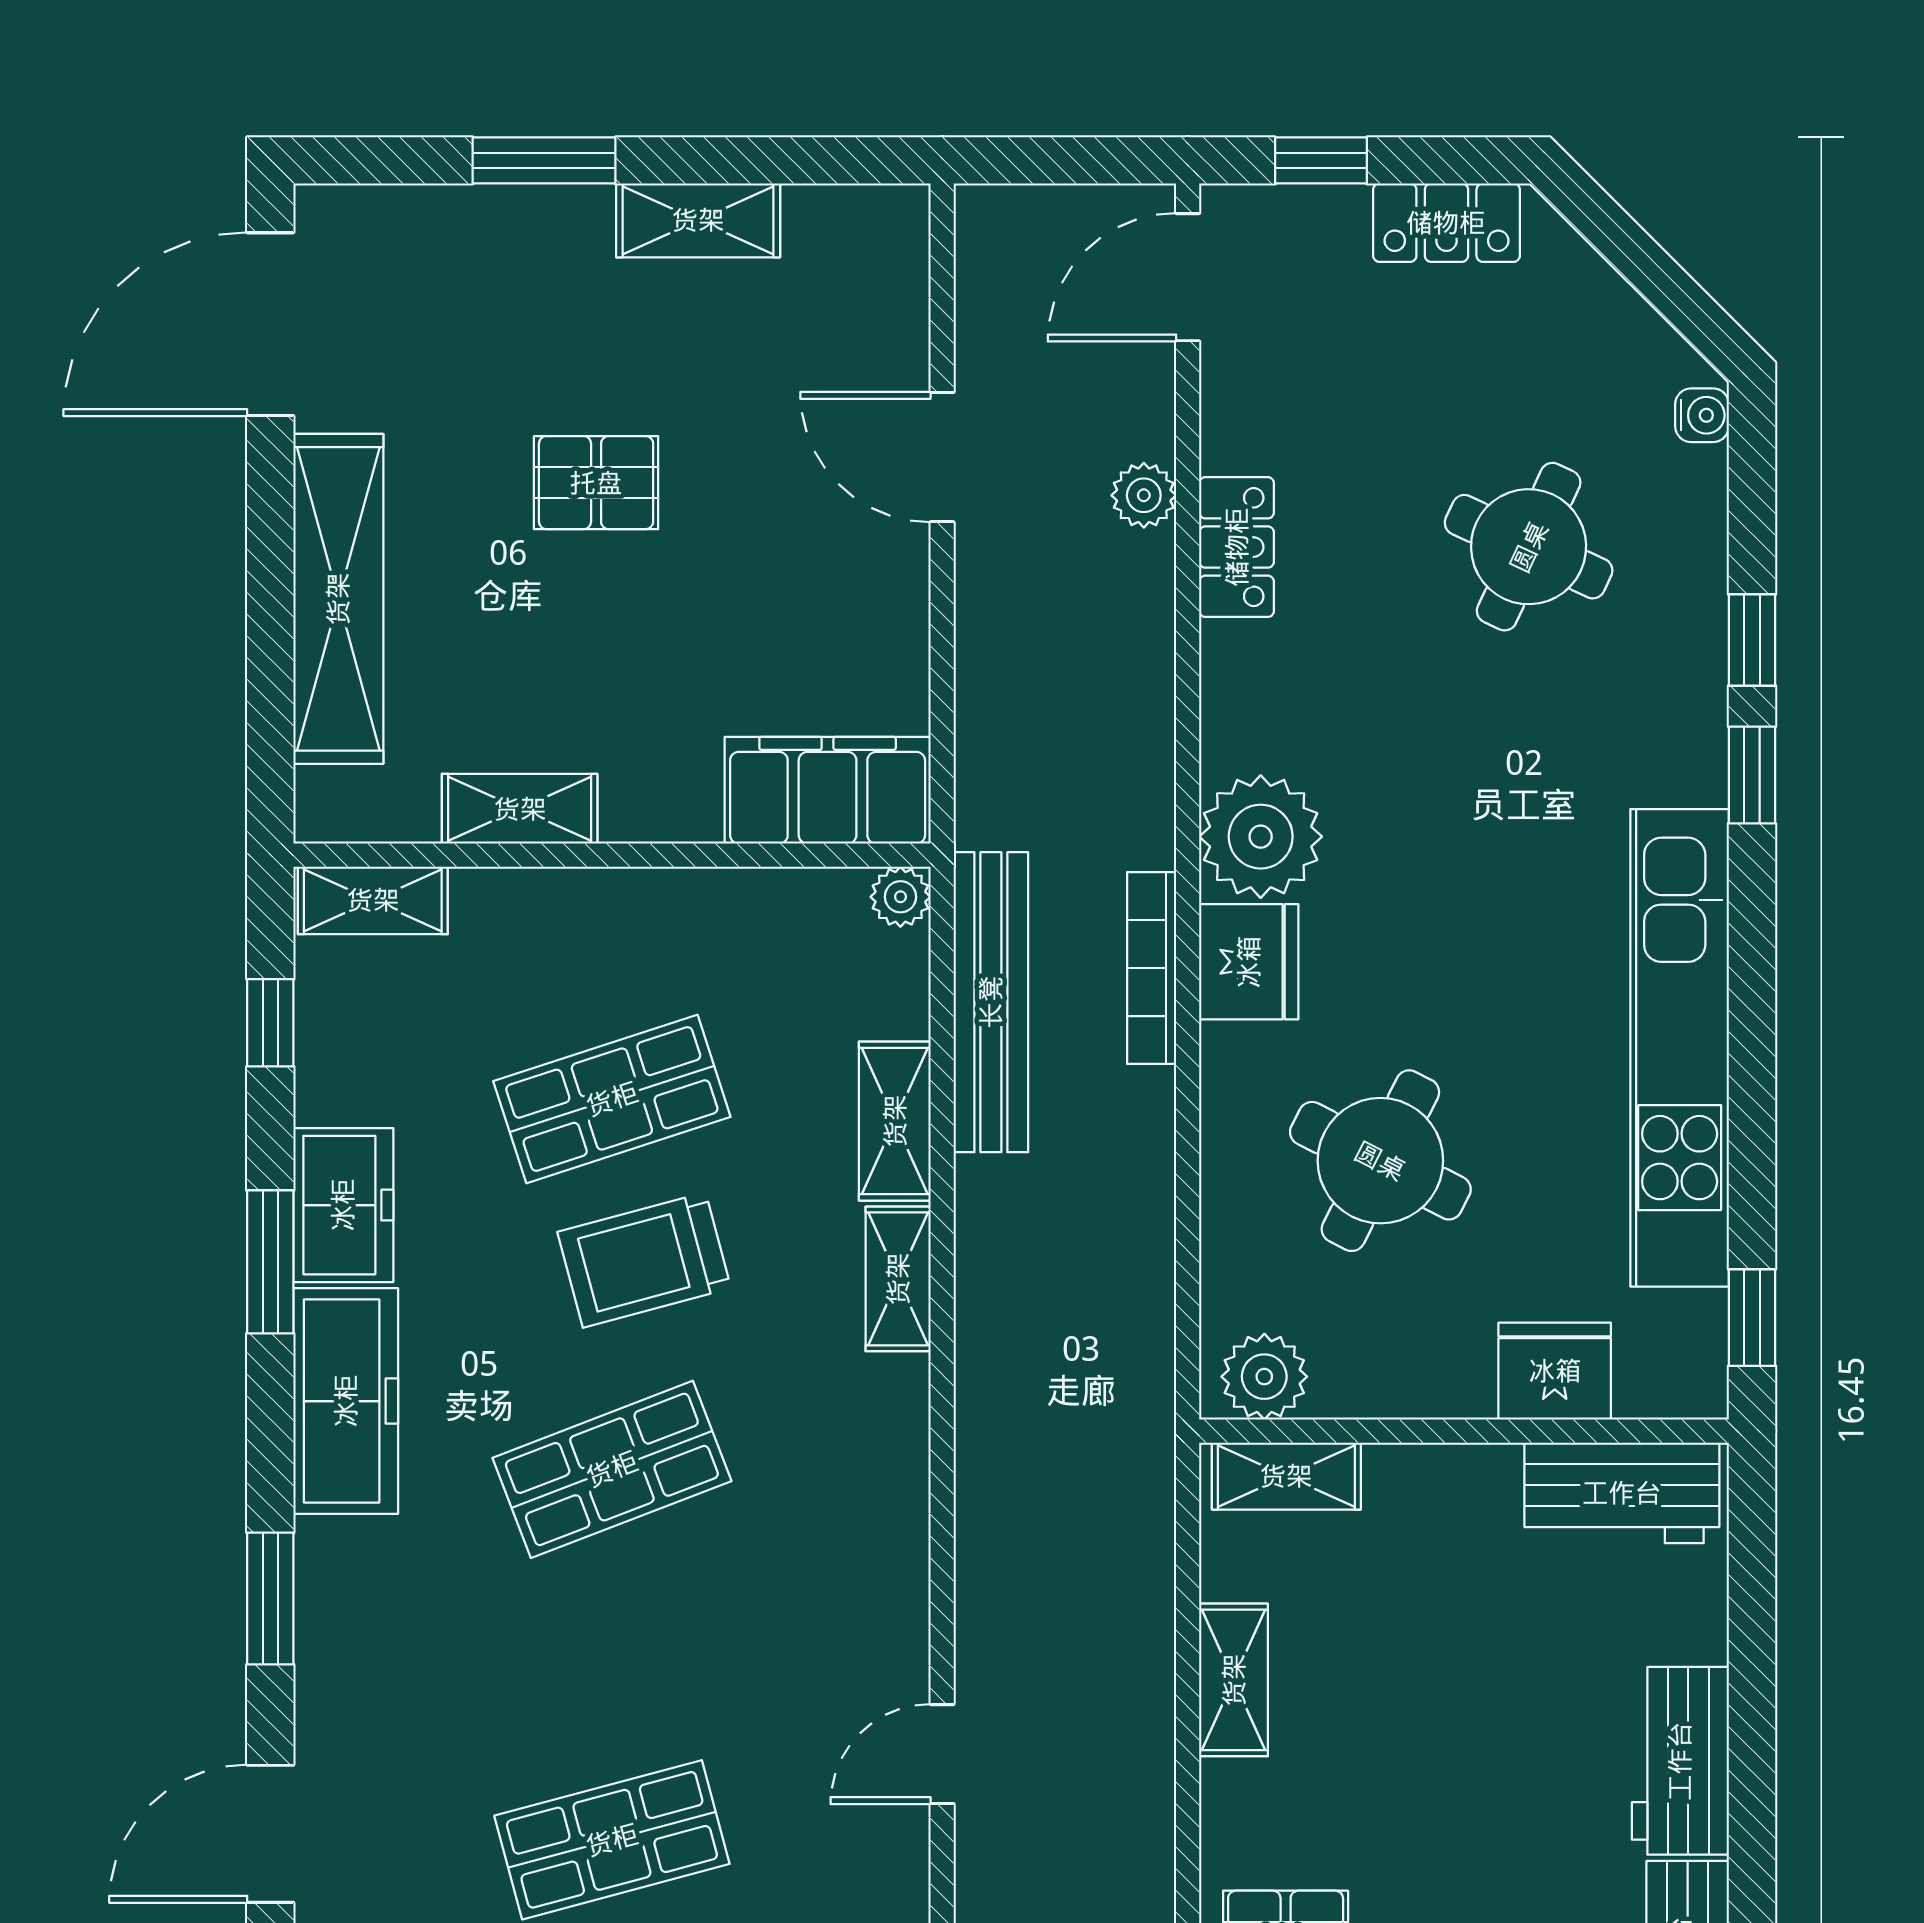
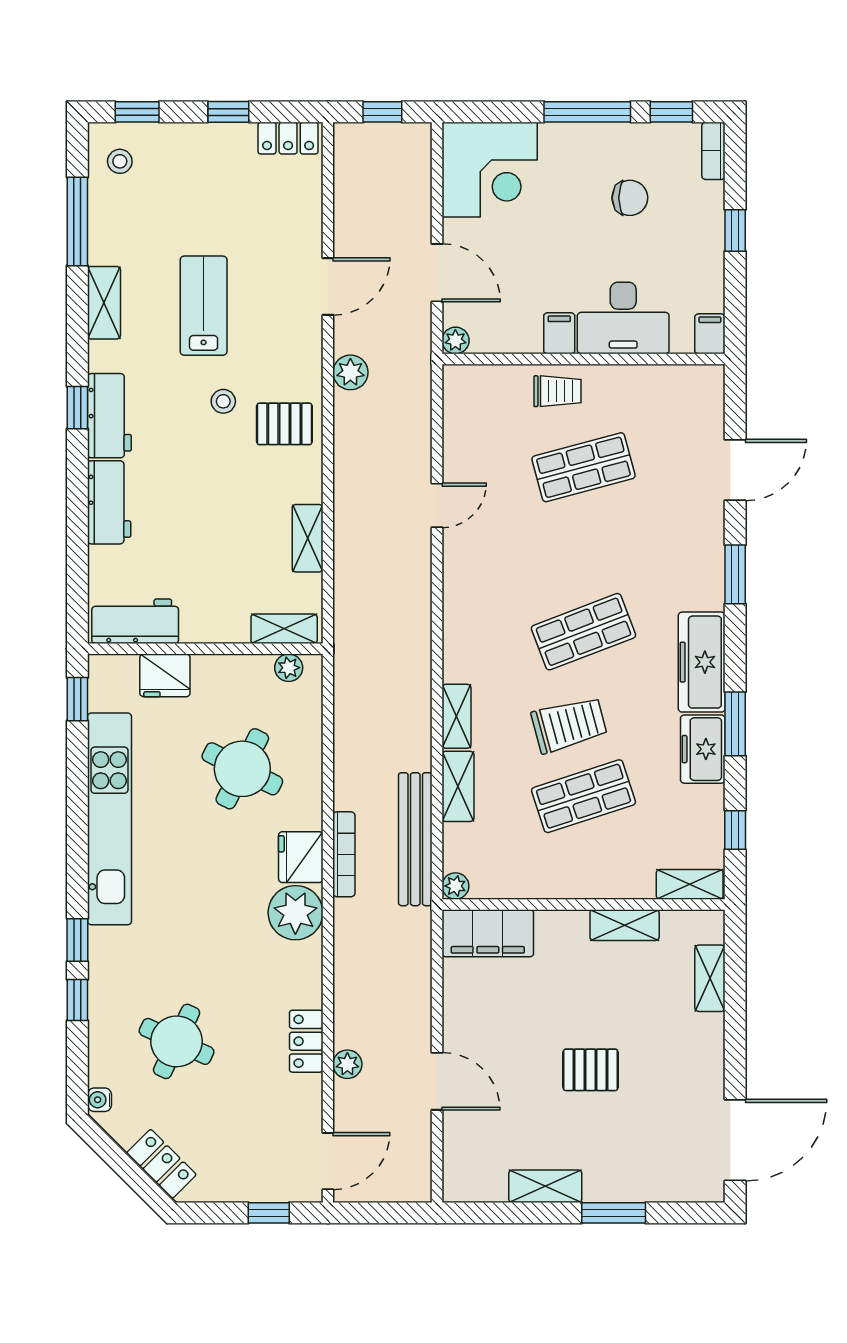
locker: (1446, 223) -> (161, 1164), moved, turned 45
shelving: (338, 599) -> (710, 978), width x0.45, depth x0.75
plant: (1264, 1377) -> (289, 668), width x0.73, depth x0.73

